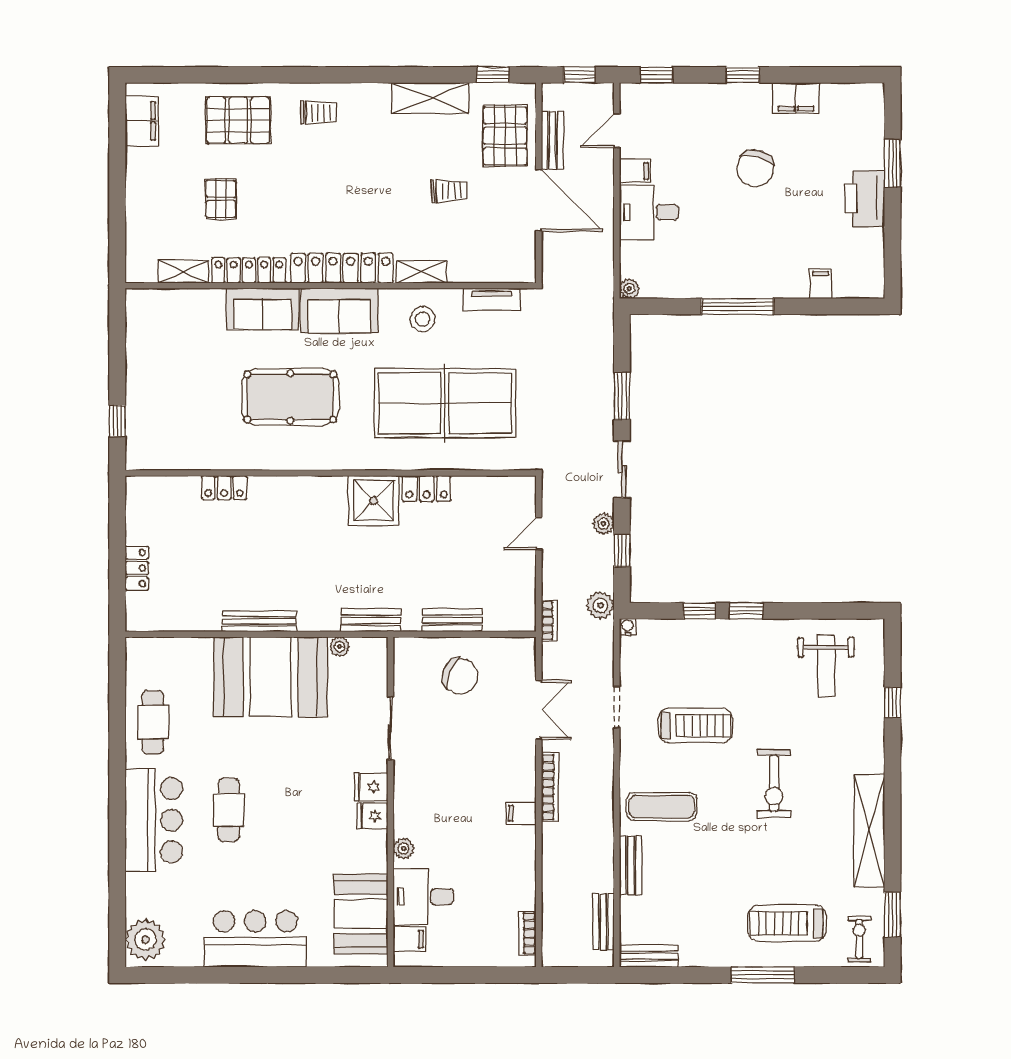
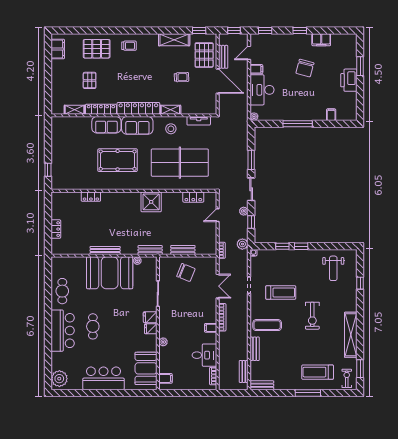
desk: (649, 212) -> (262, 90), width x1.37
locker: (426, 489) -> (193, 197), moved
desk: (423, 897) -> (204, 355), moved, turned 180

